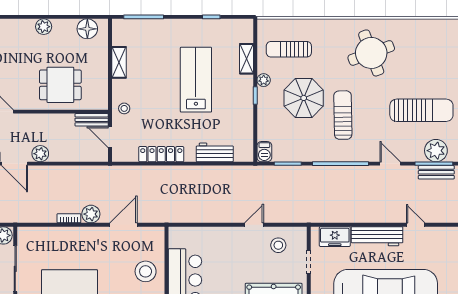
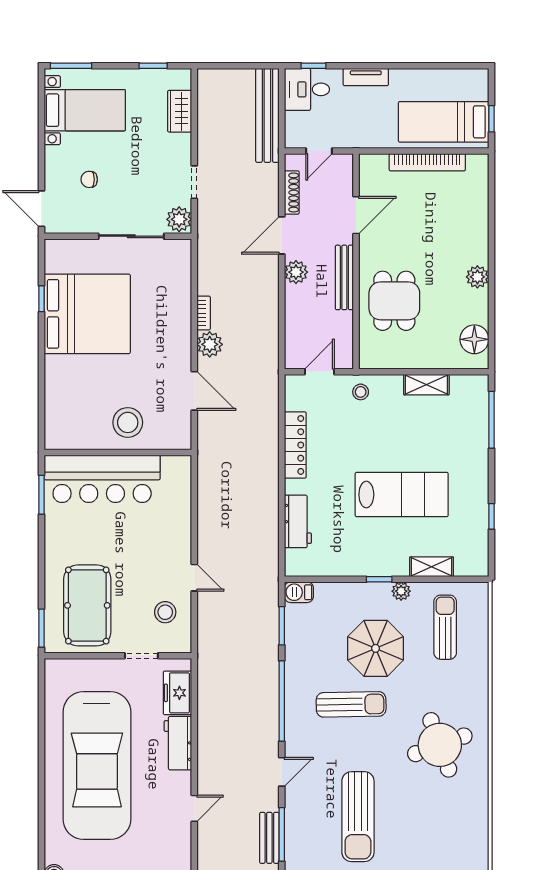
bench: (92, 120) -> (344, 277), moved, width x1.36
plant: (436, 151) -> (300, 837), removed
workbench: (377, 236) -> (178, 743), width x0.73

